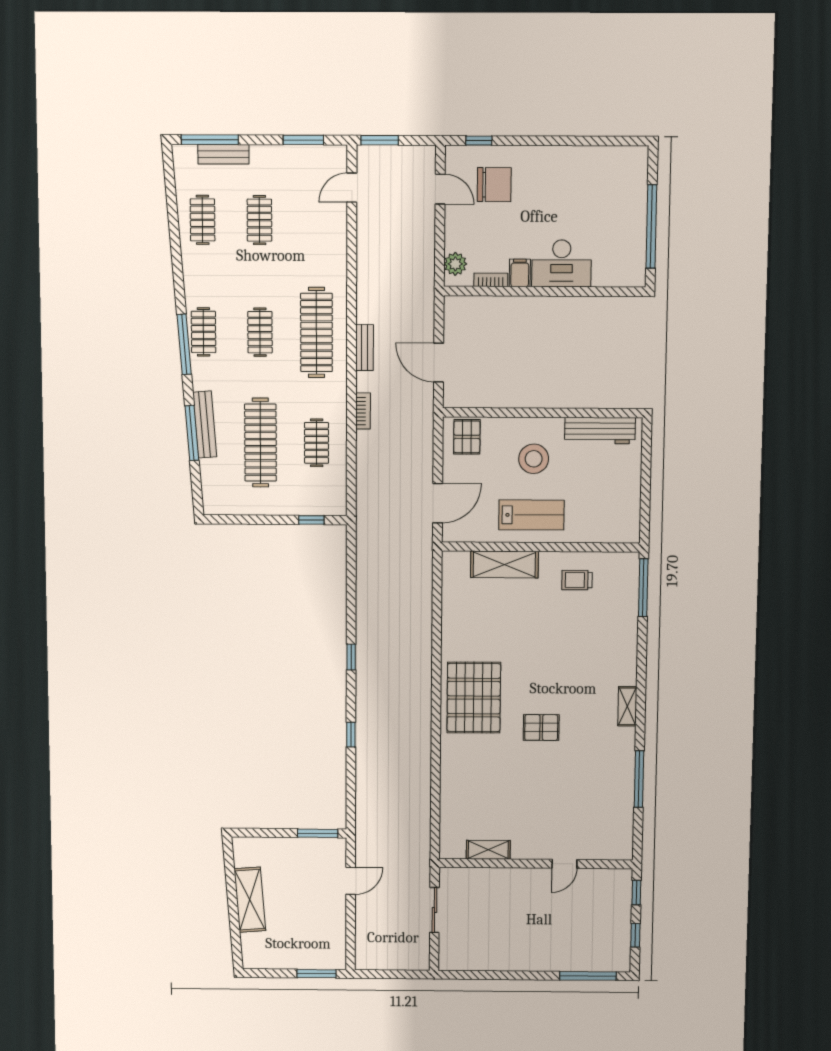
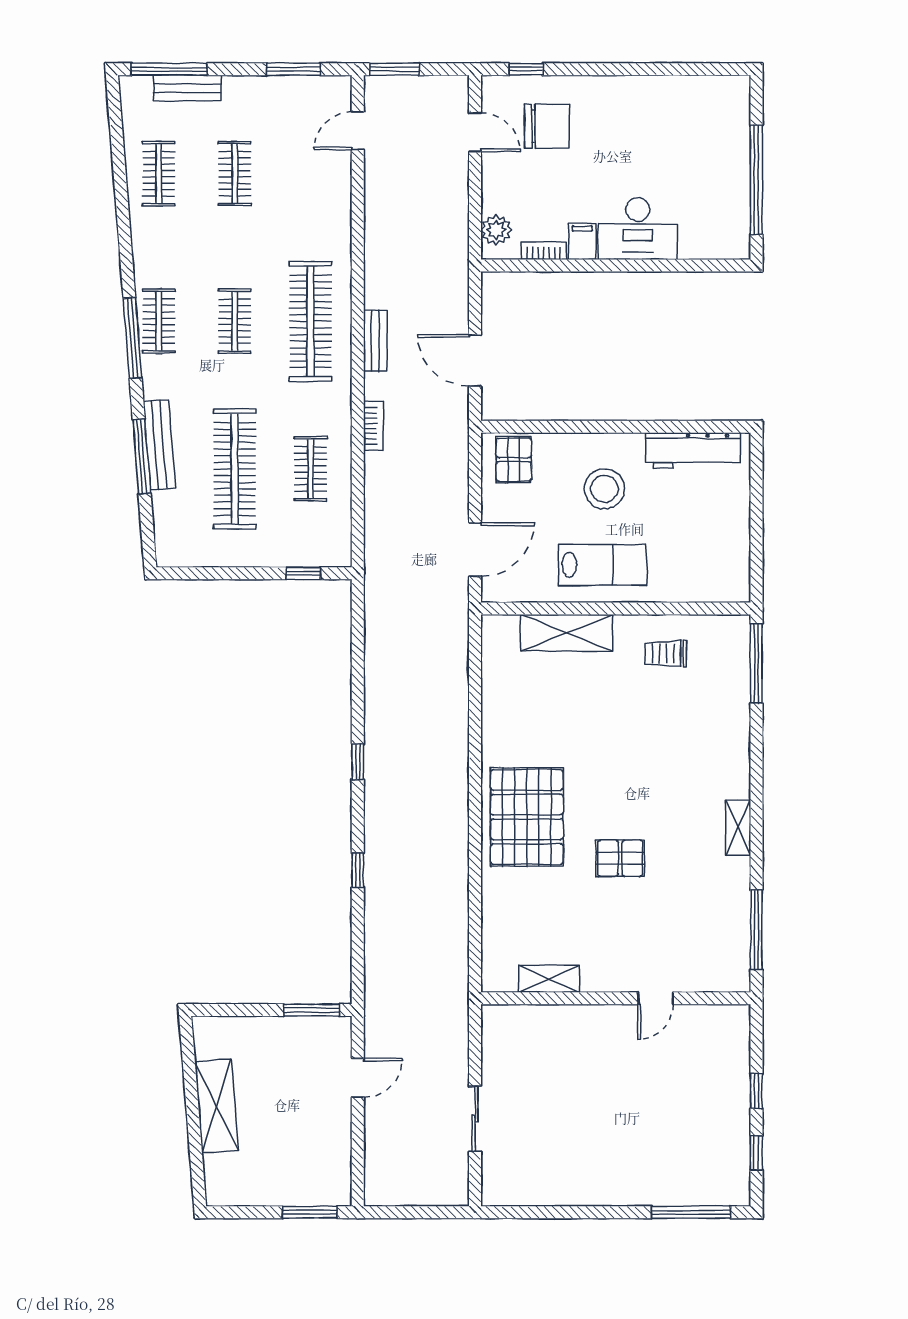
shelving: (488, 850) -> (549, 979), moved
wall: (536, 864) -> (616, 998), moved
door: (564, 864) -> (656, 998), moved

